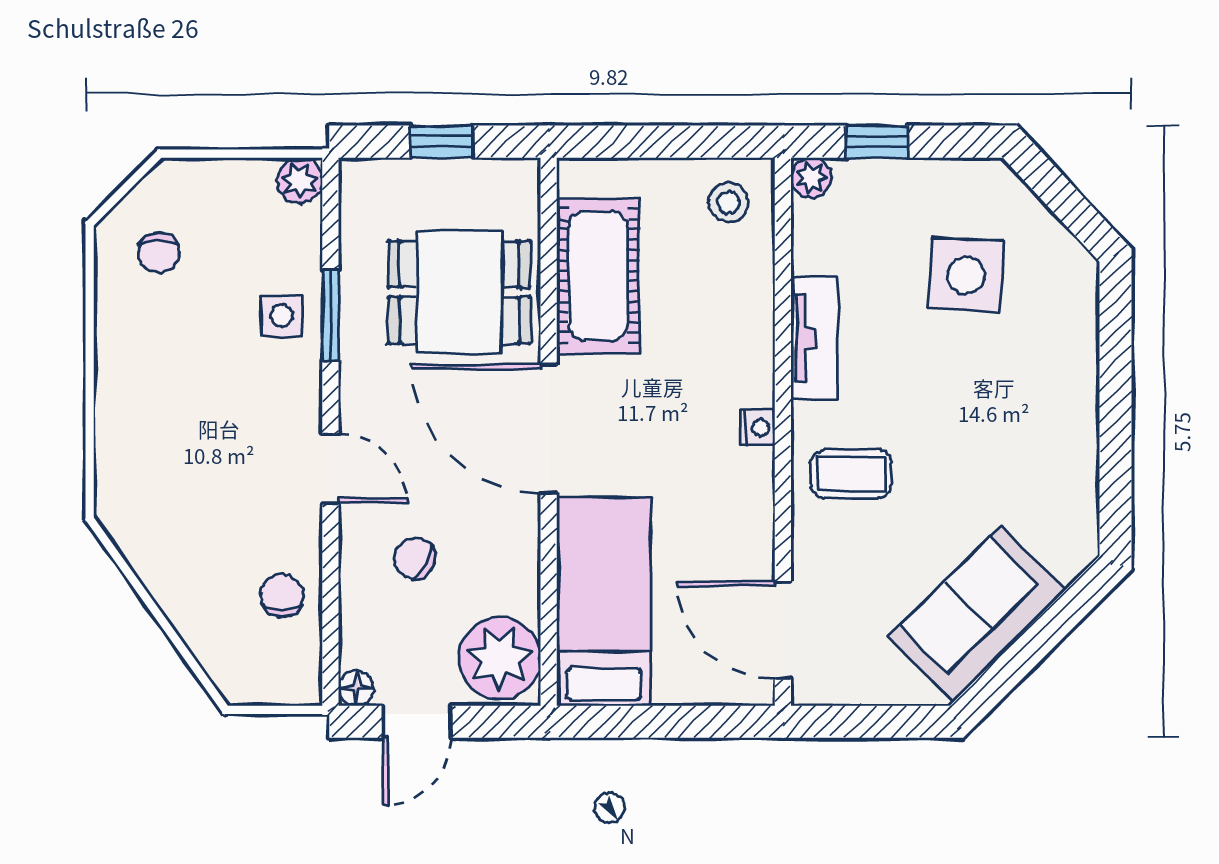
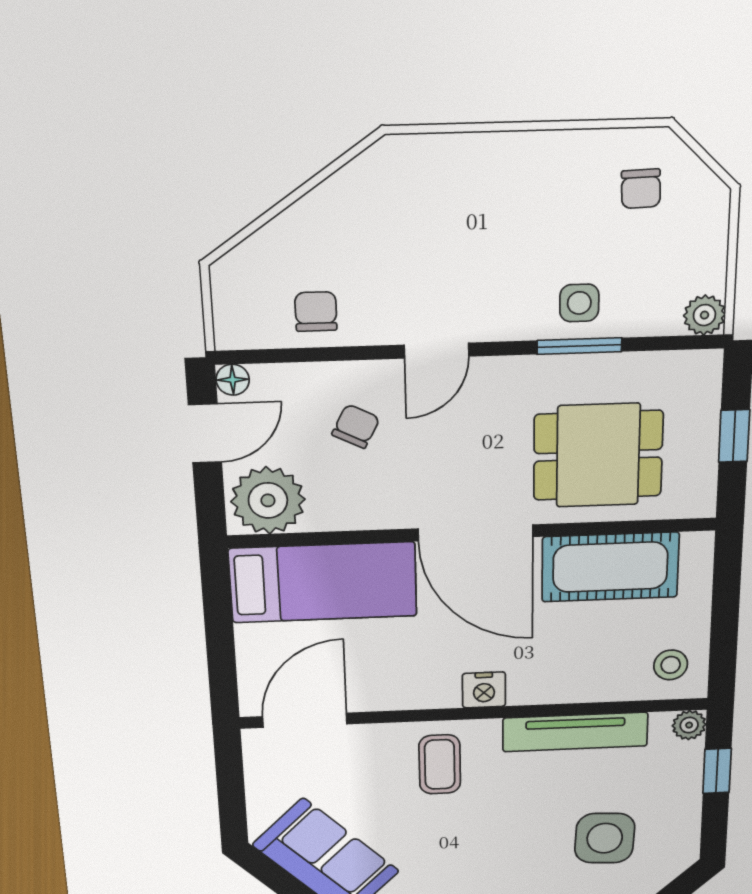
chair: (159, 253) -> (641, 189), turned -92
dining table: (459, 292) -> (598, 455), turned 90
tv unit: (814, 338) -> (575, 732), width x1.41
nightstand: (758, 428) -> (484, 690), width x1.39, depth x1.35
door: (549, 429) -> (476, 533), swing flipped
chair: (282, 596) -> (316, 312), turned -90
door: (417, 722) -> (205, 433), swing flipped

